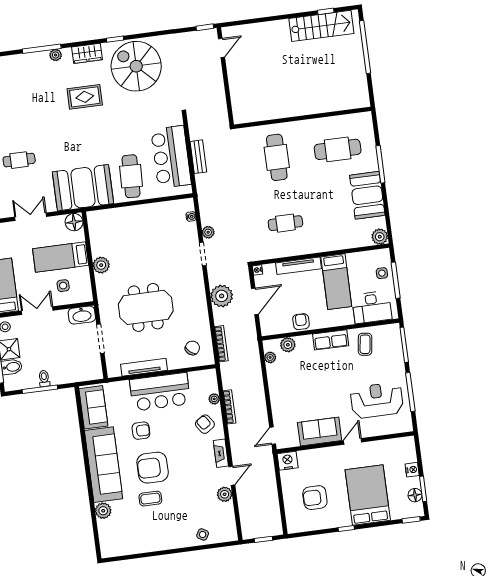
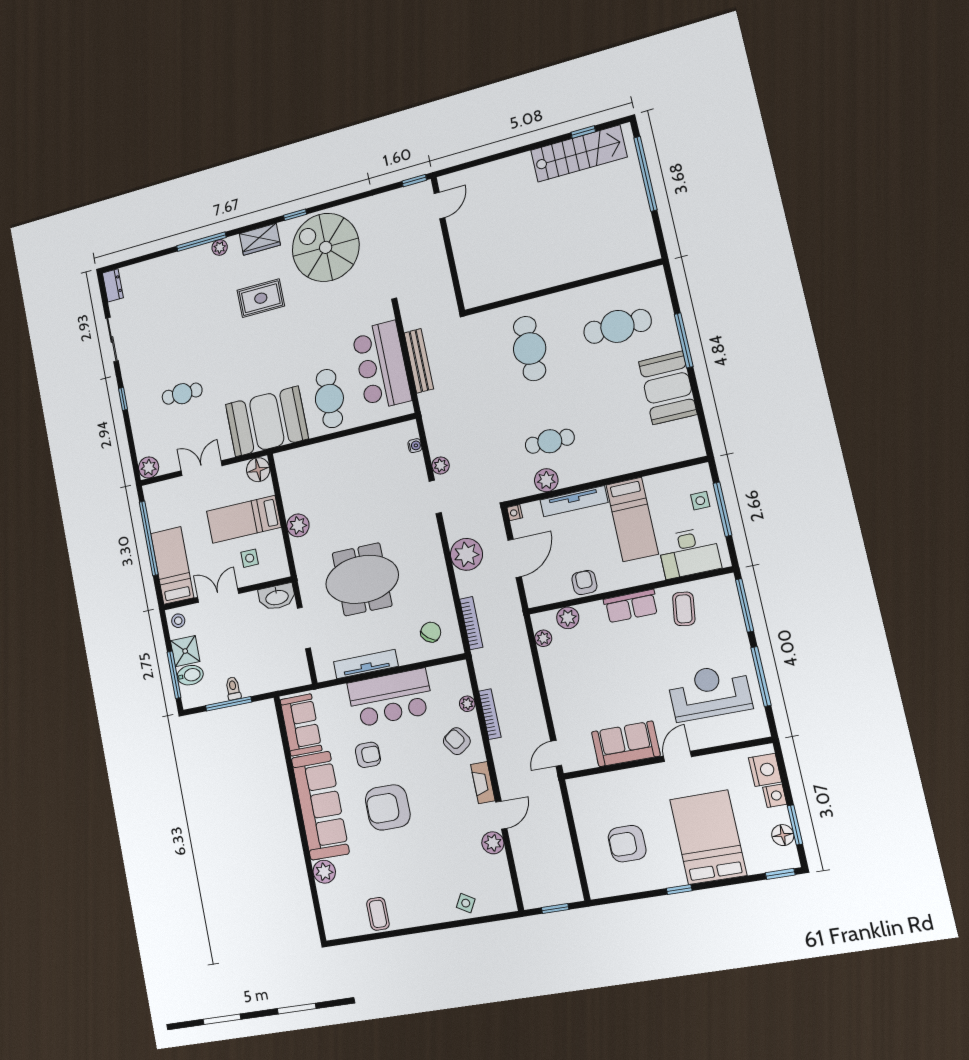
bench: (198, 157) -> (419, 361), width x1.36
plant: (380, 237) -> (546, 480), moved
nightstand: (288, 461) -> (765, 770), moved, turned 90
coffee table: (150, 499) -> (378, 914), moved, turned 90

